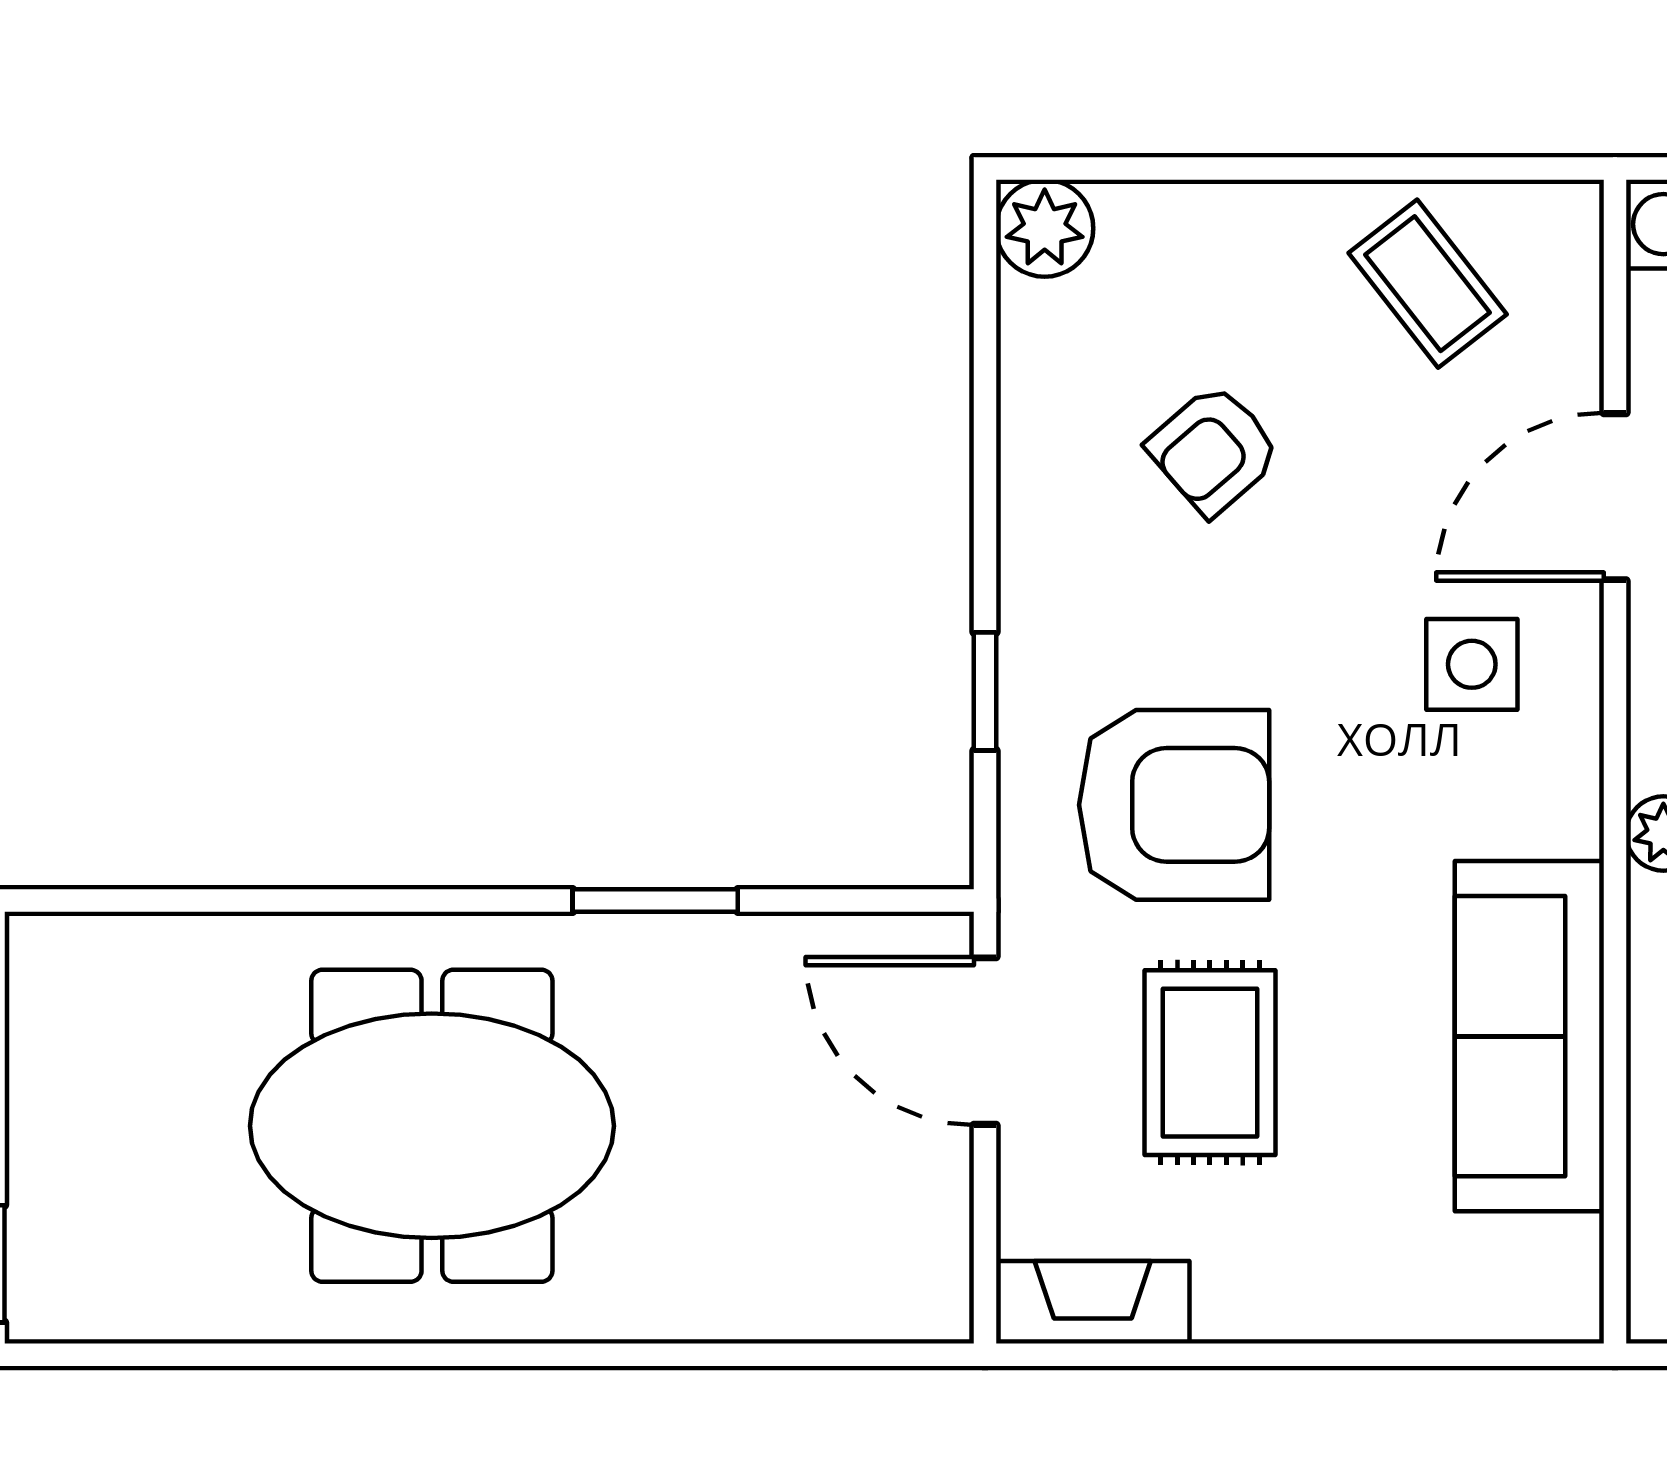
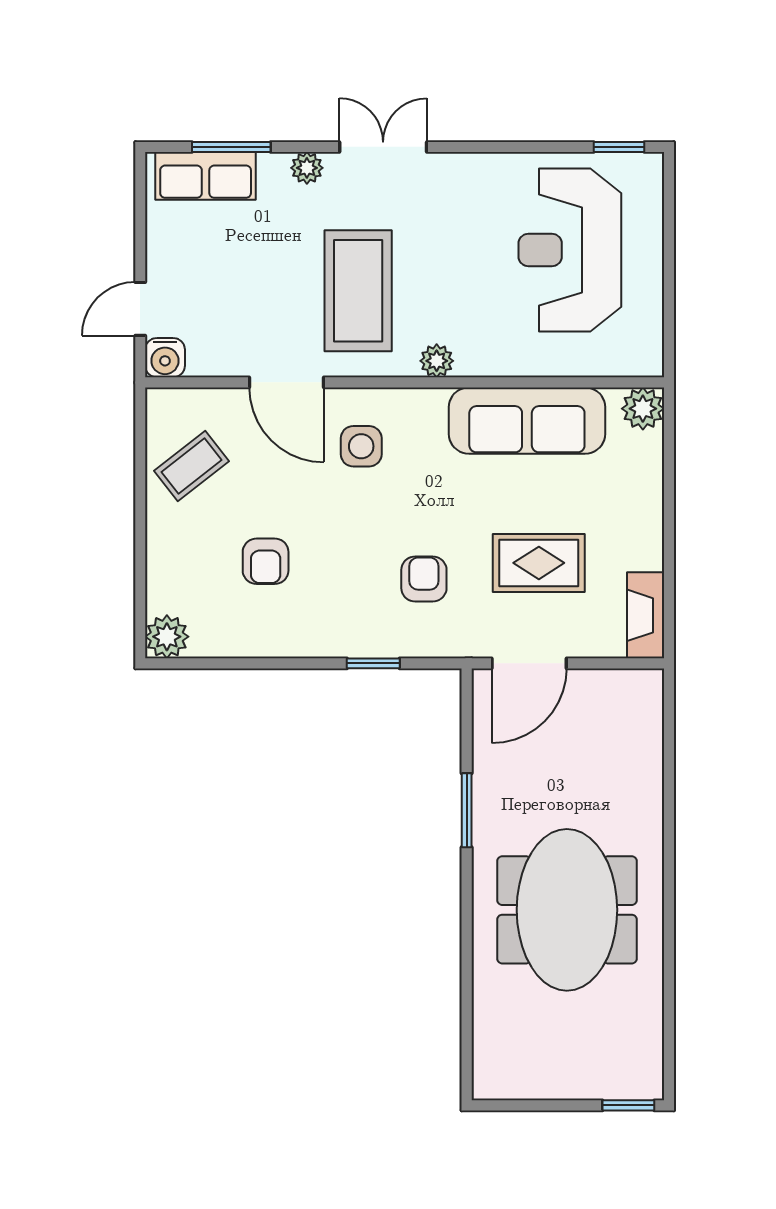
armchair: (1214, 450) -> (266, 561), turned 41
armchair: (1174, 805) -> (424, 579), width x0.53, depth x0.53
plant: (1556, 1296) -> (643, 409), added

